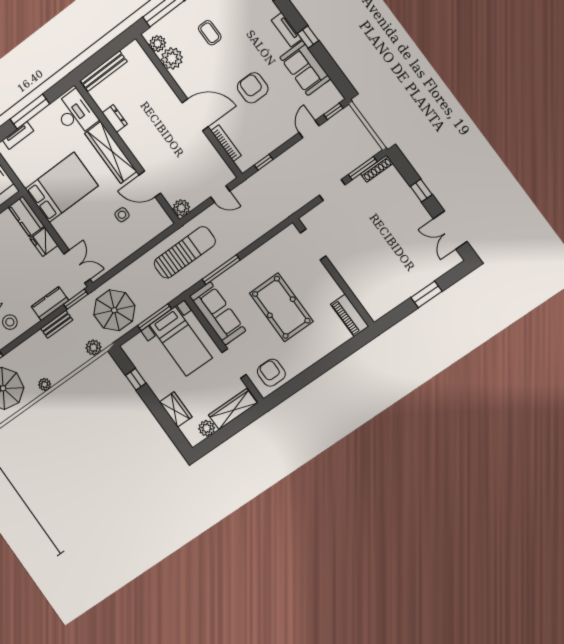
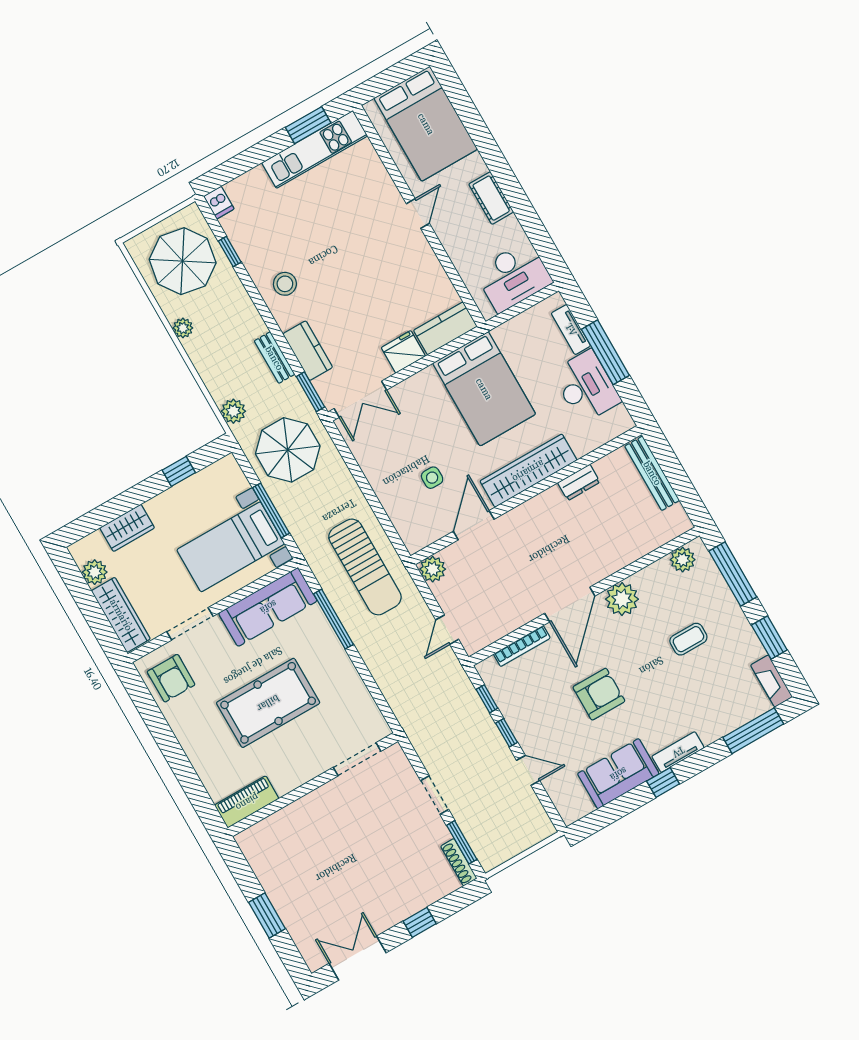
plant: (172, 58) -> (622, 599), moved
window: (333, 111) -> (506, 733), moved
desk: (75, 113) -> (586, 387), moved, turned -90
armchair: (271, 373) -> (171, 678), turned 90

